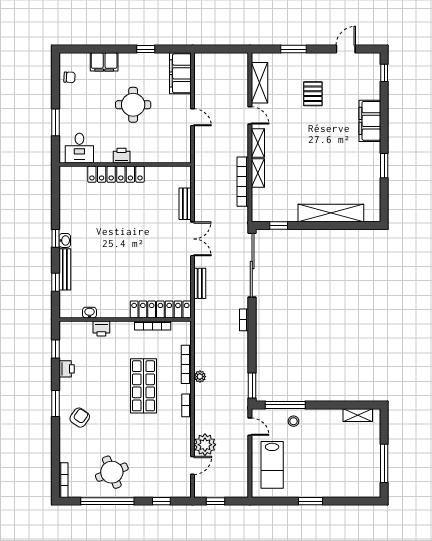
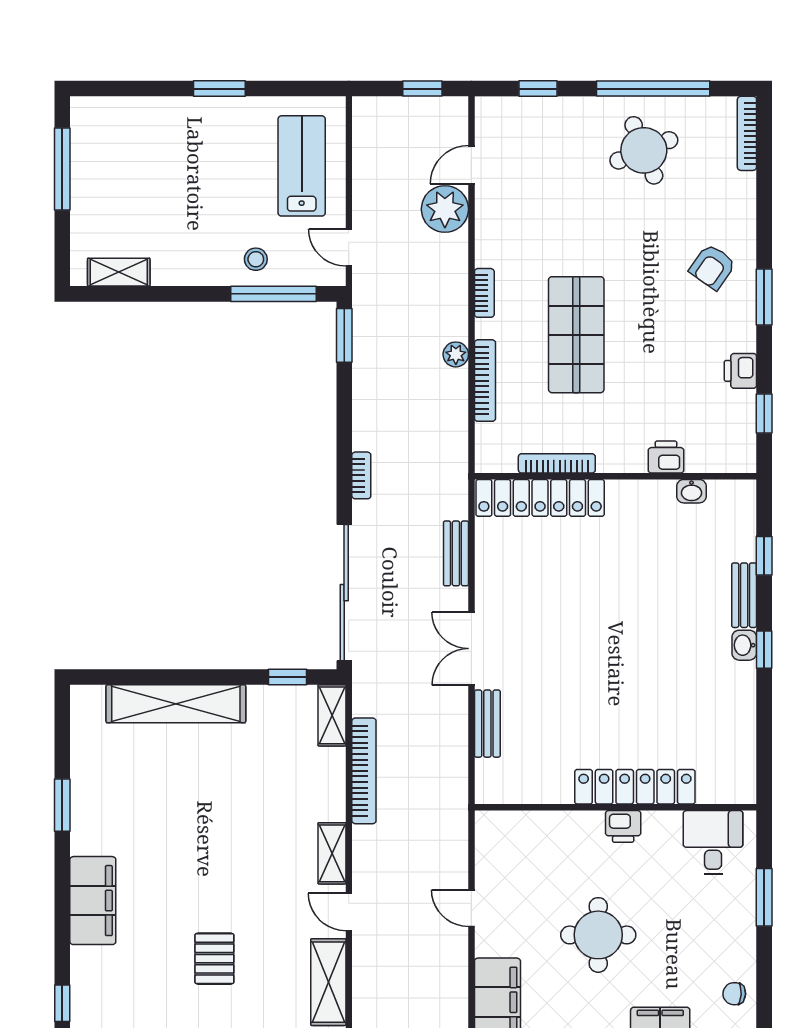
shelving: (258, 173) -> (332, 715), moved
bench: (65, 269) -> (744, 595), width x0.73

